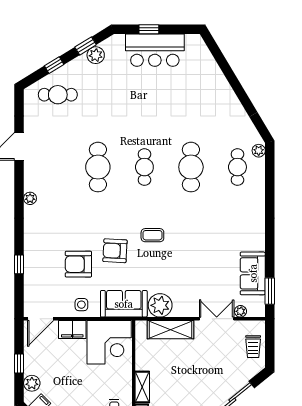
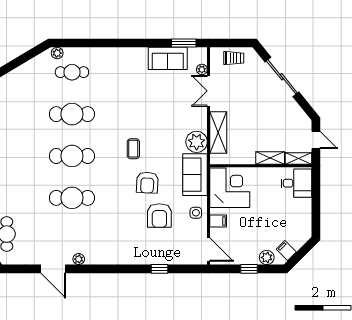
cafe table: (144, 167) -> (72, 156), width x1.37, depth x1.35
plant: (30, 198) -> (79, 259), moved
filing cabinet: (72, 329) -> (218, 221), width x0.50

